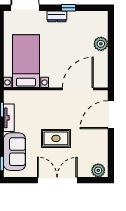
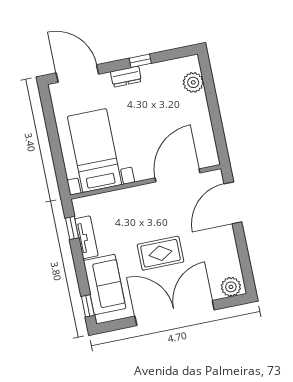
plant: (101, 44) -> (193, 82), moved
double door: (57, 180) -> (175, 313), width x1.36

